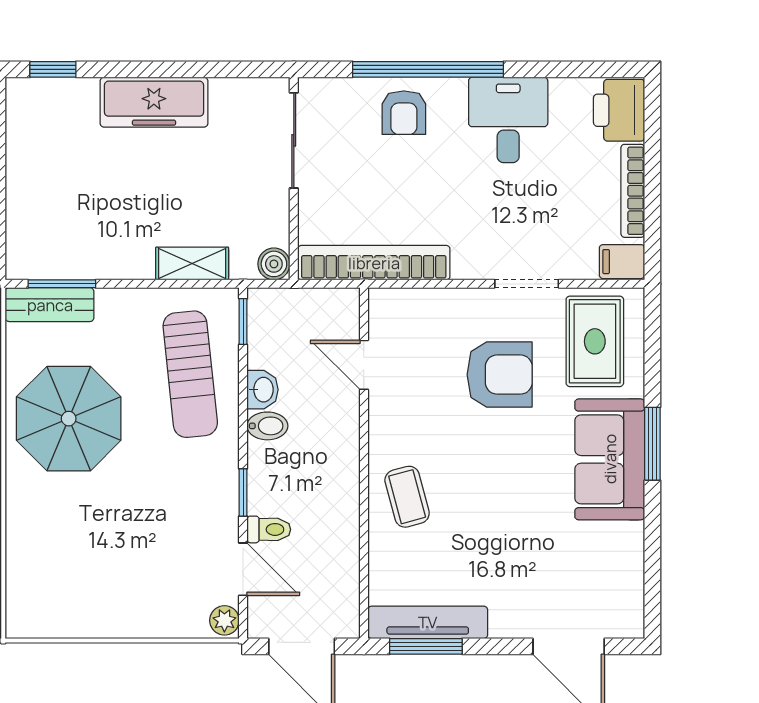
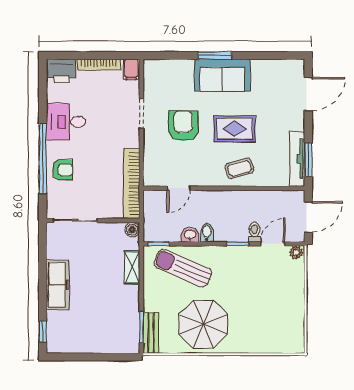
rug: (595, 341) -> (235, 129), moved
sun lounger: (190, 374) -> (183, 268), turned -151

